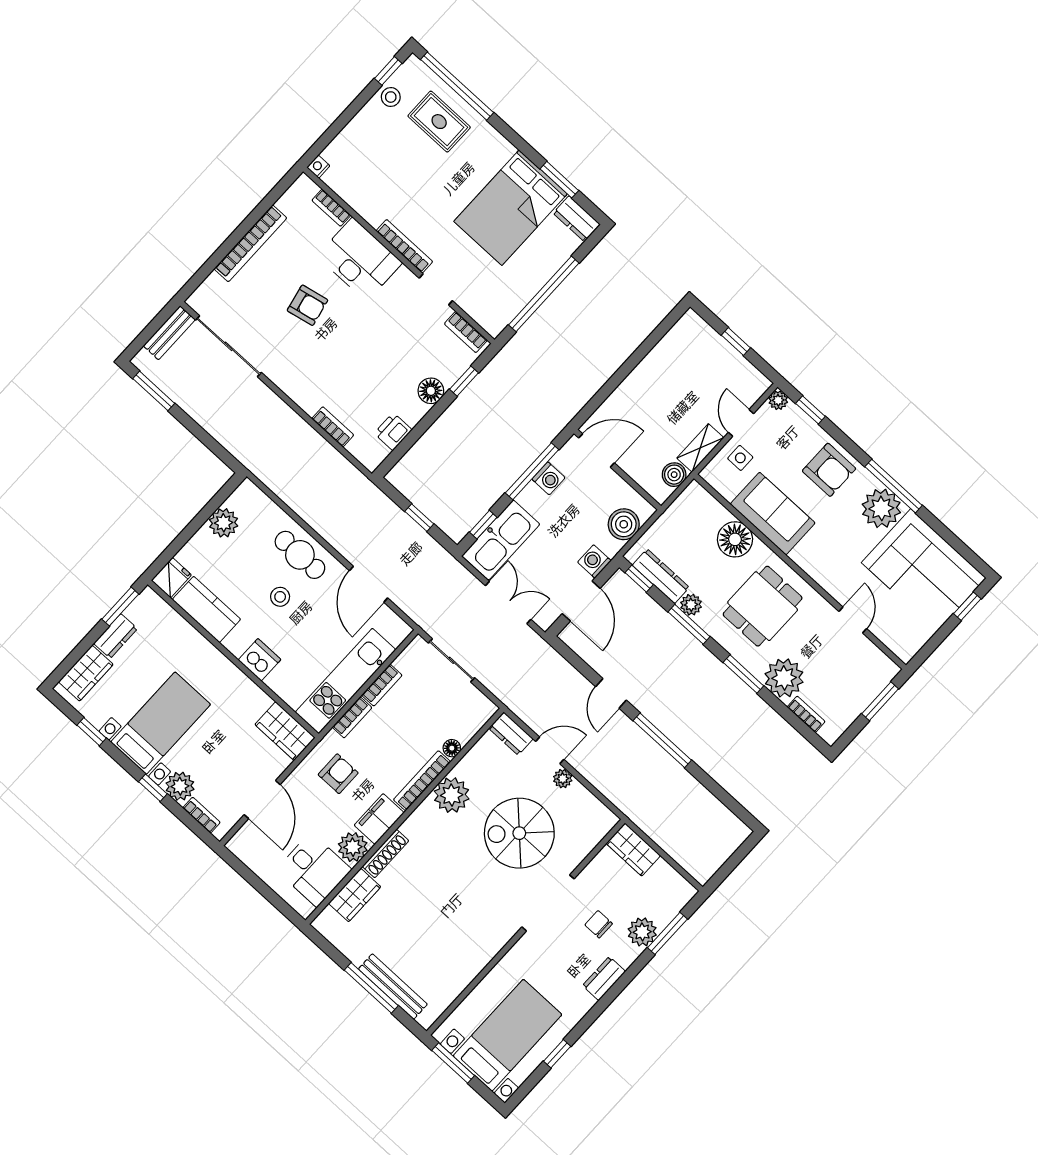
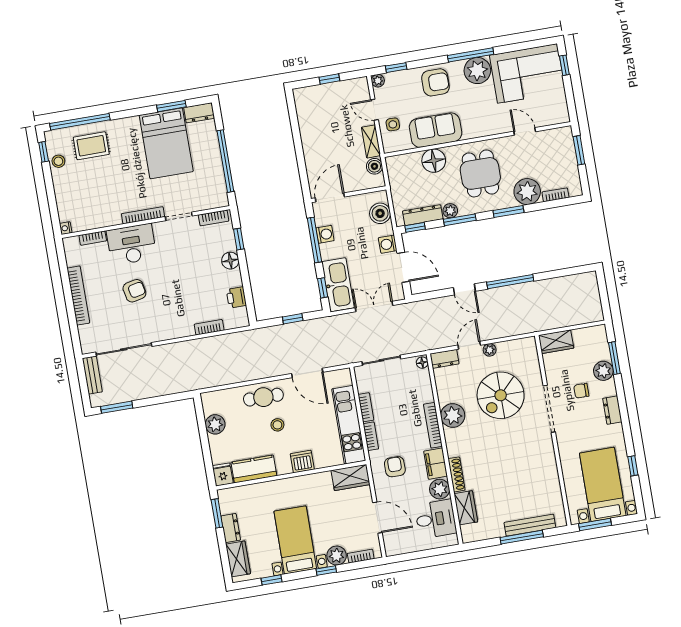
floor lamp: (452, 748) -> (422, 363), moved

